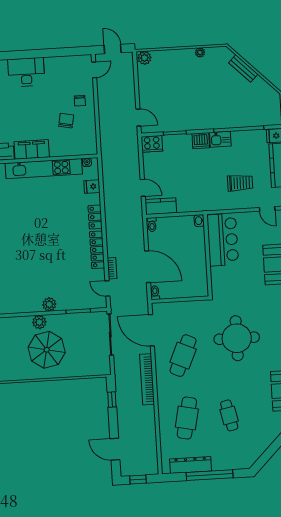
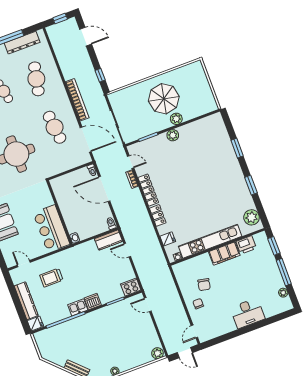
cafe table: (183, 356) -> (55, 127), turned -30

